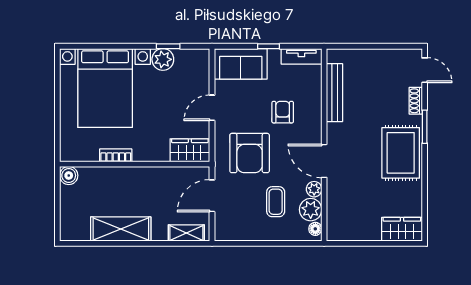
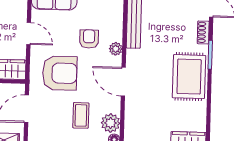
door: (212, 108) -> (29, 34), swing flipped
armchair: (250, 153) -> (60, 73), turned -90
plant: (314, 189) -> (116, 49), moved

